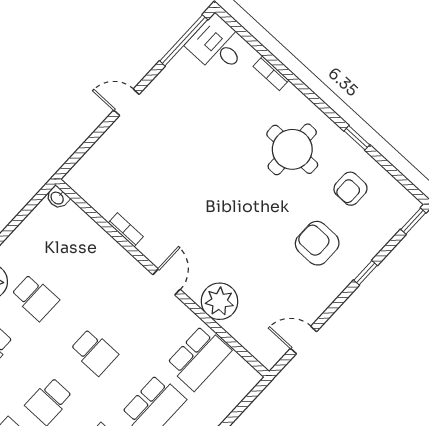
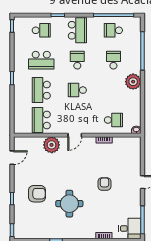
round table: (292, 149) -> (69, 204), moved
armchair: (350, 189) -> (104, 184), moved
door: (166, 282) -> (75, 135), hinge flipped
school desk: (35, 297) -> (113, 120), moved, turned 180

